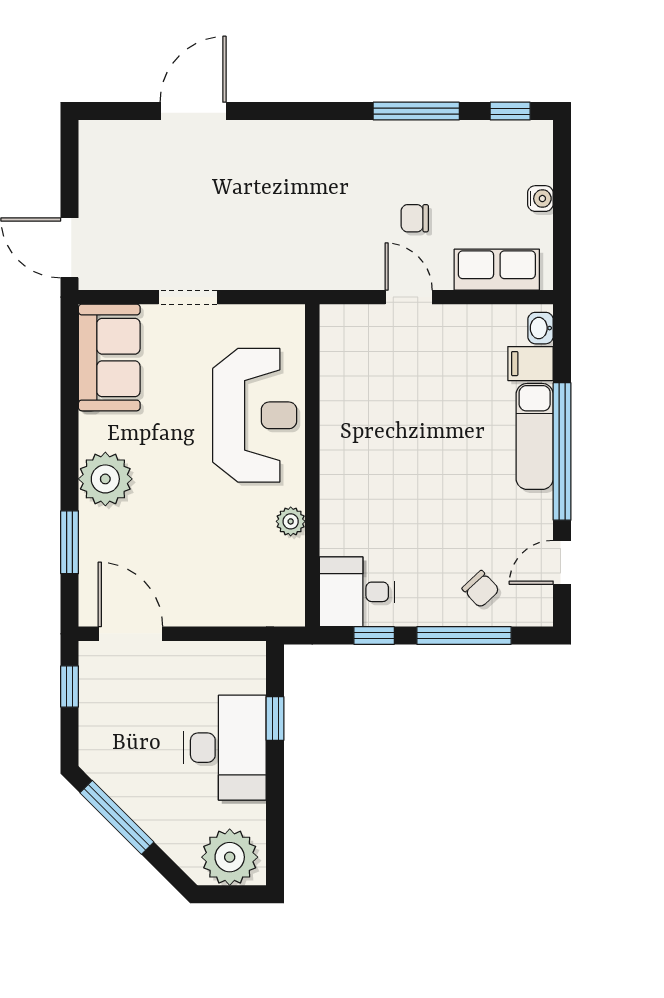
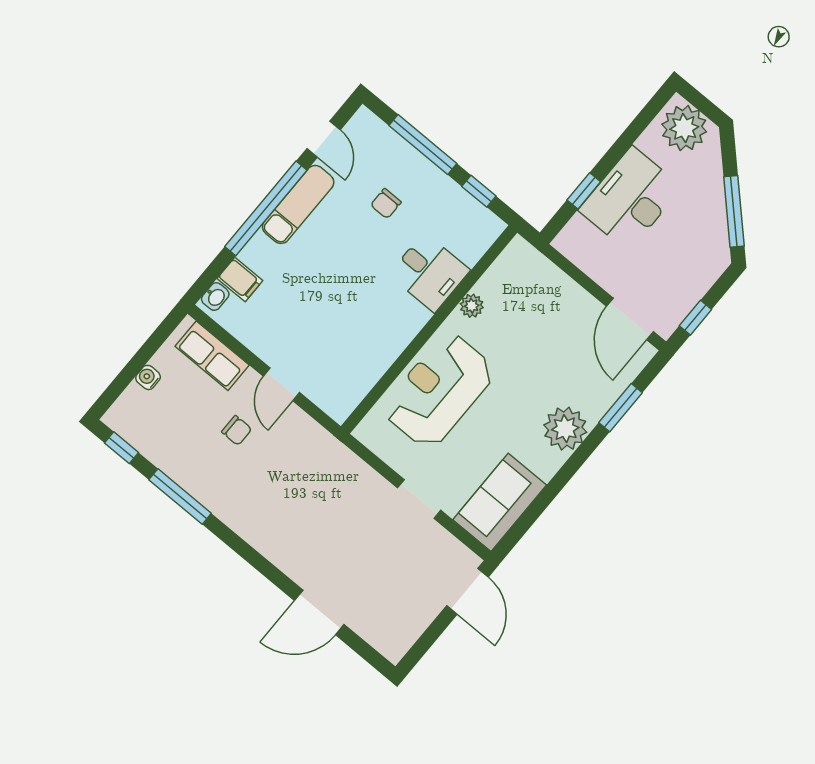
exam couch: (535, 436) -> (298, 204), moved
door: (562, 562) -> (324, 139), hinge flipped
chair: (481, 589) -> (386, 204), moved, turned -137
desk: (357, 592) -> (429, 272), moved

